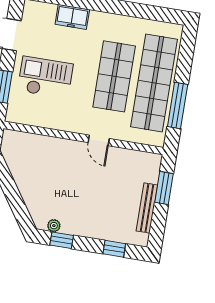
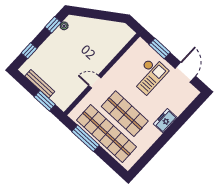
freezer: (72, 17) -> (165, 121), moved

